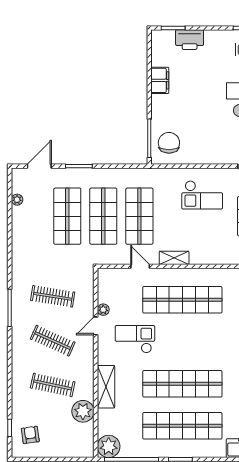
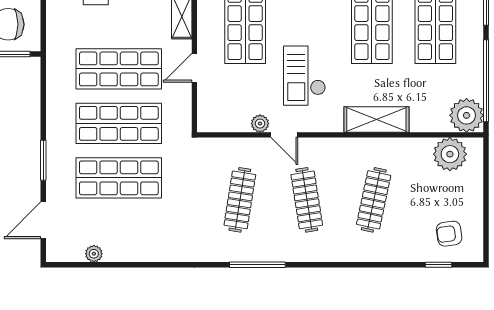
door: (39, 166) -> (43, 220), hinge flipped
clothes rail: (53, 341) -> (307, 200), turned -33
plant: (83, 411) -> (450, 154), moved

